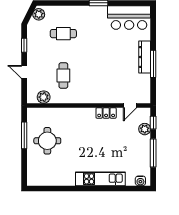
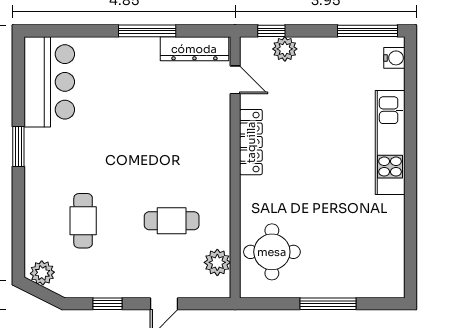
dresser: (145, 57) -> (194, 49), moved
locker: (106, 113) -> (251, 142), width x1.53
window: (24, 135) -> (328, 304), moved
round table: (47, 141) -> (272, 252), moved
window: (153, 153) -> (367, 31), moved

